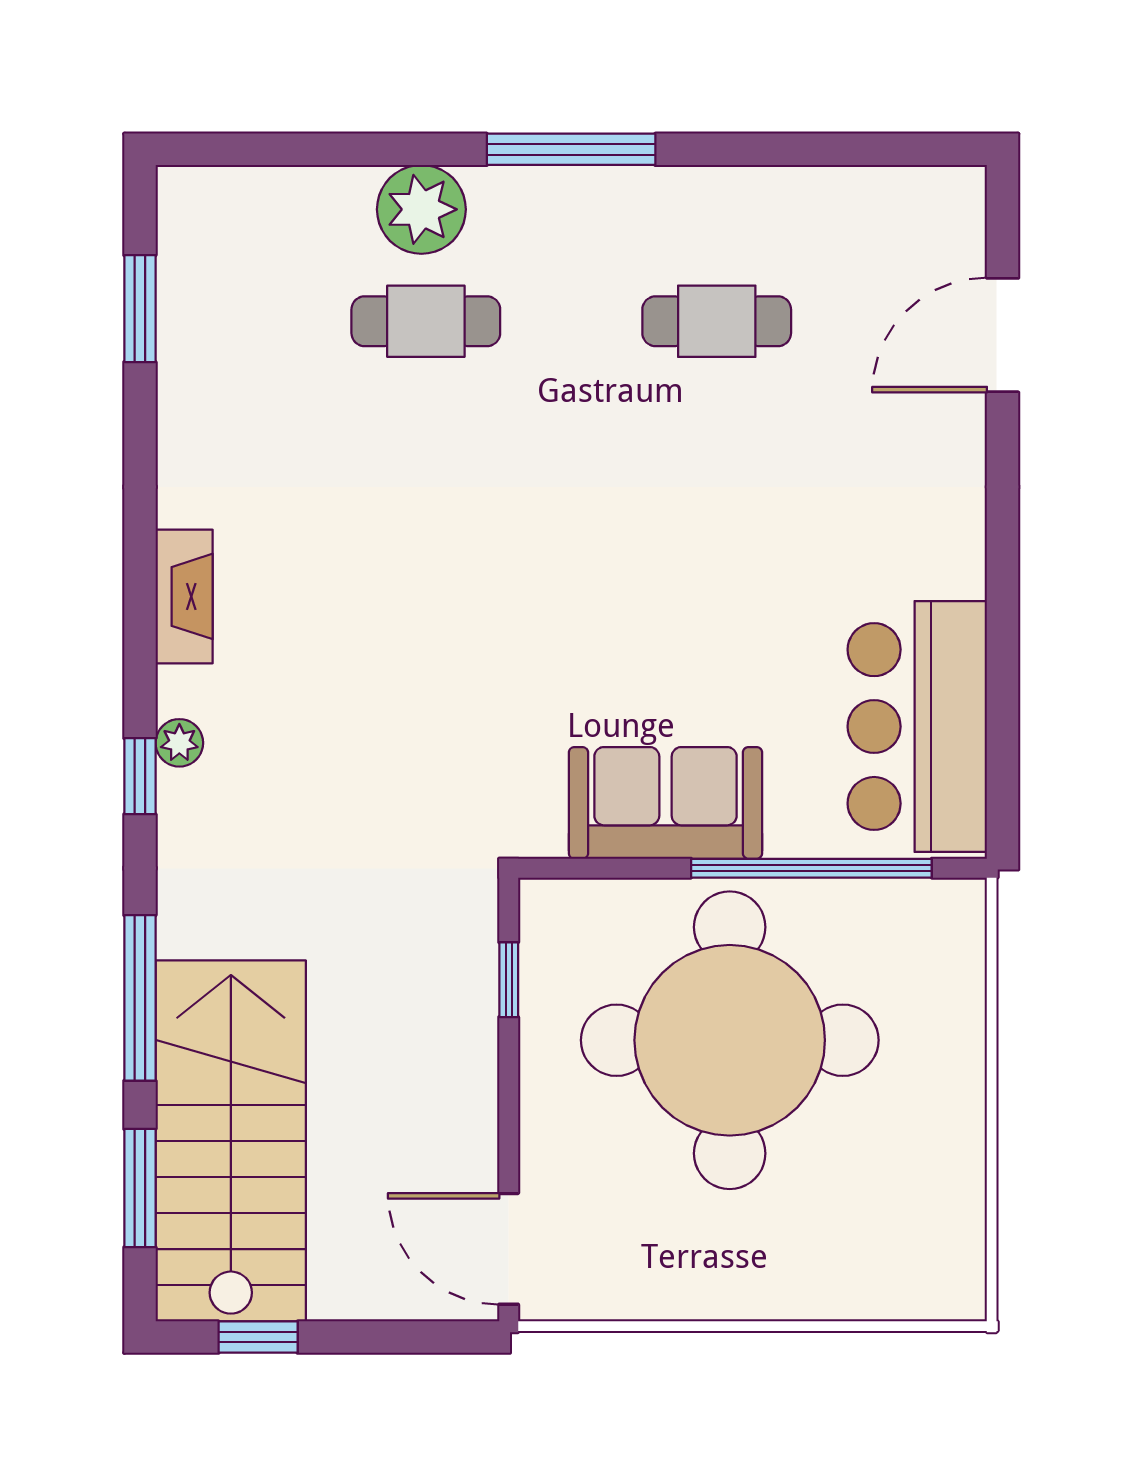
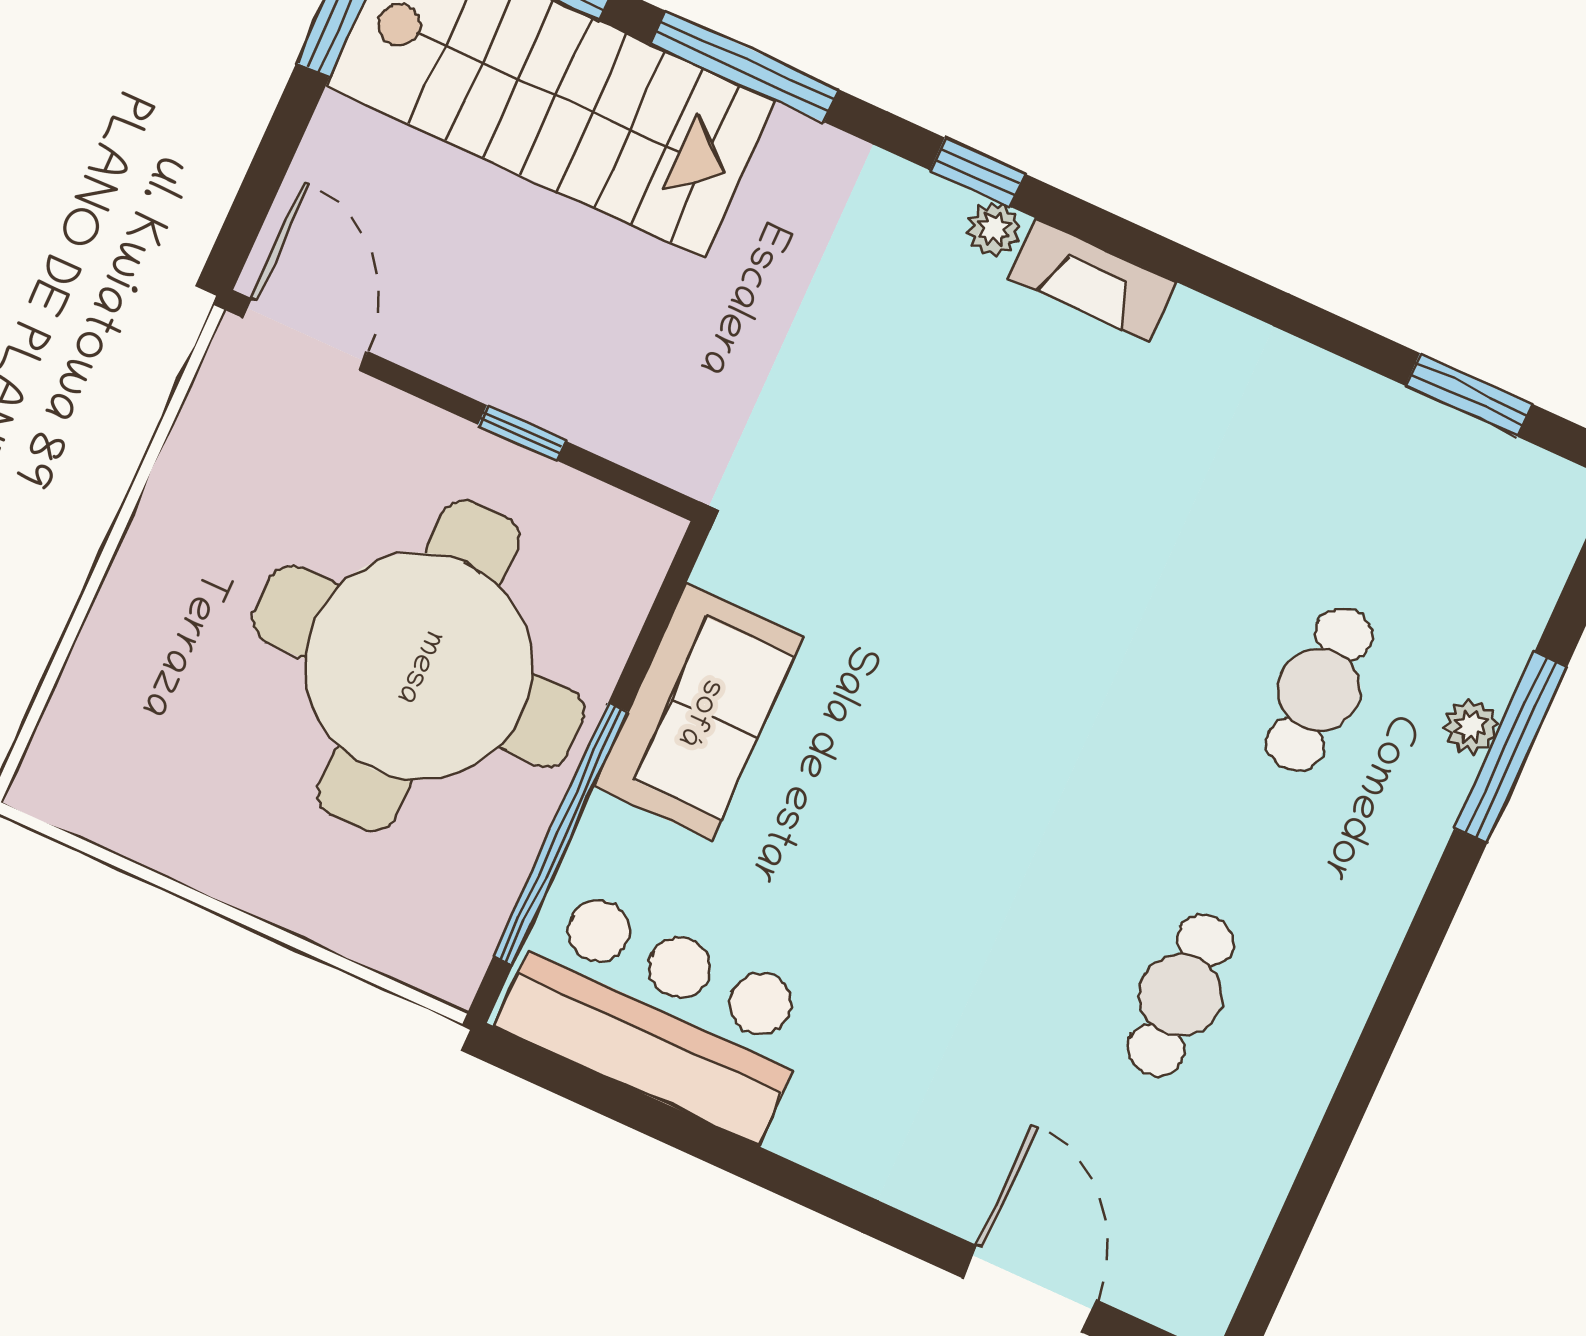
window: (571, 149) -> (1511, 747), moved
plant: (421, 209) -> (1471, 726), width x0.53, depth x0.53
fireplace: (184, 596) -> (1092, 280), moved
window: (509, 980) -> (522, 433), moved
door: (509, 1249) -> (305, 334), hinge flipped

